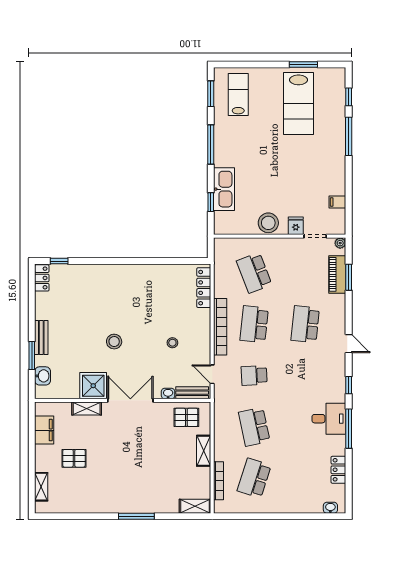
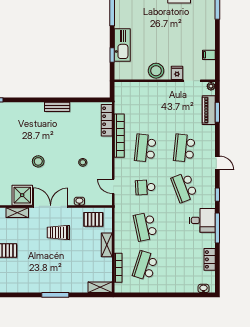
school desk: (254, 273) -> (184, 187), moved
bookcase: (220, 327) -> (119, 136), moved
bench: (192, 393) -> (57, 107), moved
trolley: (141, 435) -> (58, 233), added

